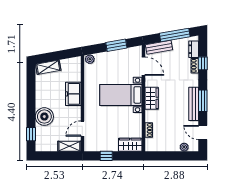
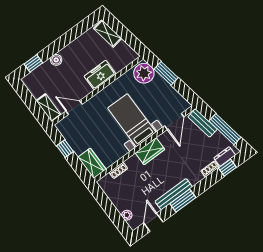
window: (116, 45) -> (166, 73), moved
plant: (90, 59) -> (144, 73), width x1.87, depth x1.87
window: (203, 63) -> (227, 168), moved
boiler: (44, 117) -> (56, 60), width x0.54, depth x0.54

